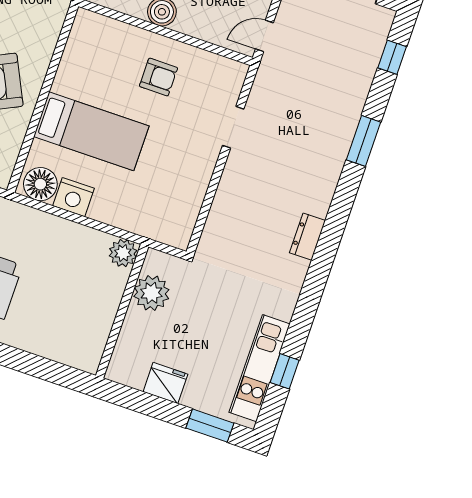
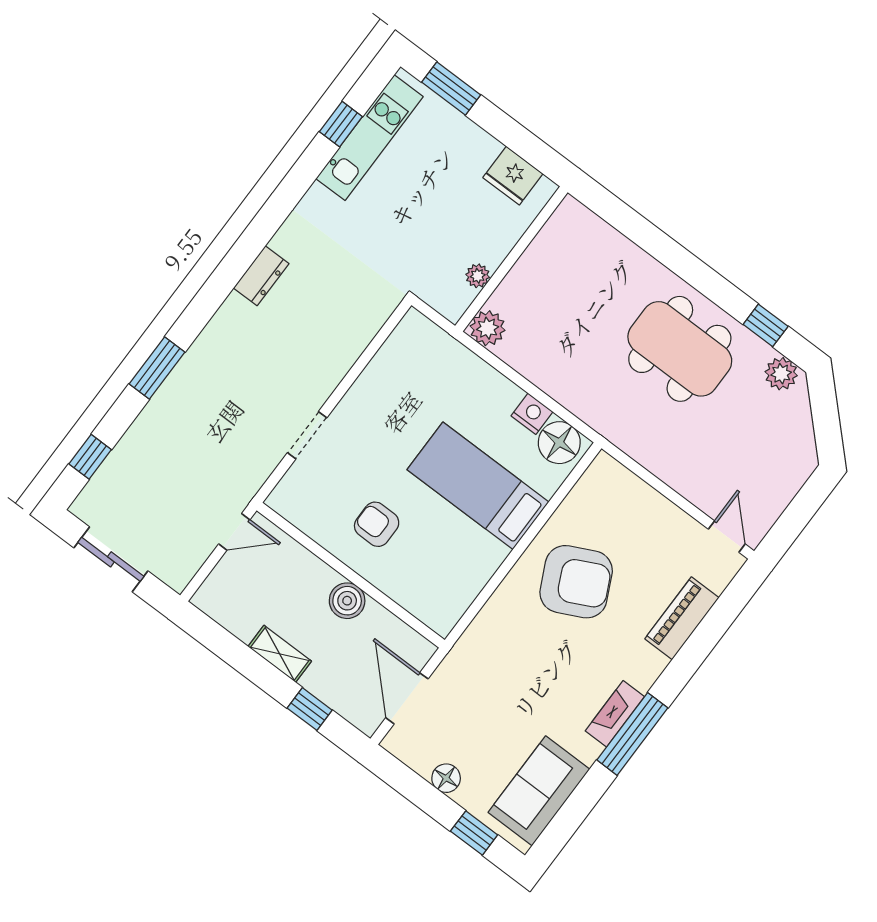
nightstand: (74, 197) -> (532, 414), width x0.74, depth x0.75
plant: (151, 293) -> (478, 276), width x0.53, depth x0.53
fridge: (165, 383) -> (513, 176), moved

